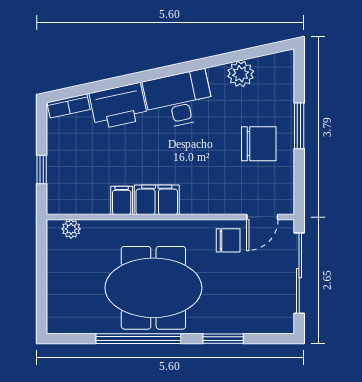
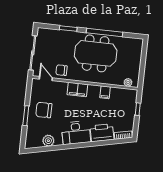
filing cabinet: (157, 200) -> (77, 89), moved
door: (262, 217) -> (46, 78), hinge flipped

